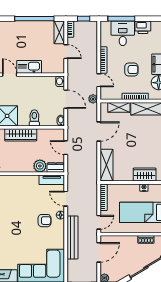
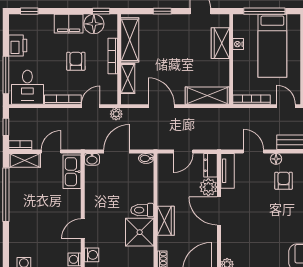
desk: (123, 33) -> (27, 87), moved, turned -90
kitchen sink: (29, 67) -> (72, 172), moved
toilet: (34, 118) -> (142, 210), moved
wardrobe: (21, 135) -> (166, 221), width x0.67
door: (23, 174) -> (219, 211), added
door: (66, 199) -> (253, 152), swing flipped

